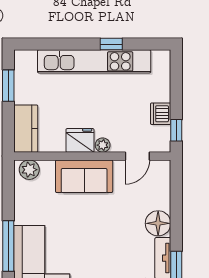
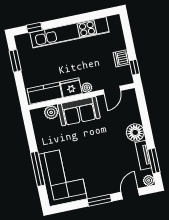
window: (111, 44) -> (34, 28), moved
kitchen counter: (26, 129) -> (45, 93), moved, turned -90
plant: (29, 170) -> (51, 112), moved

